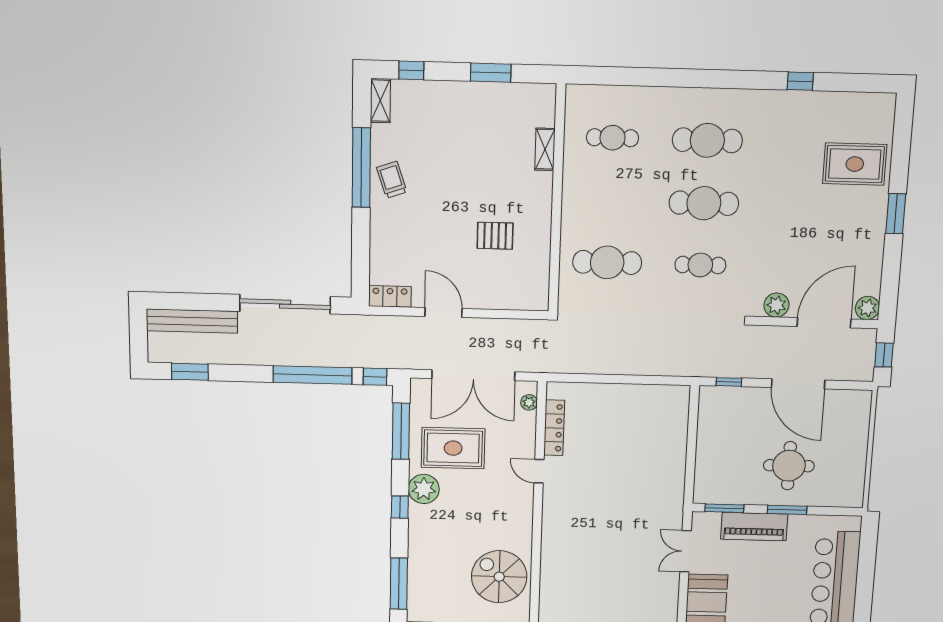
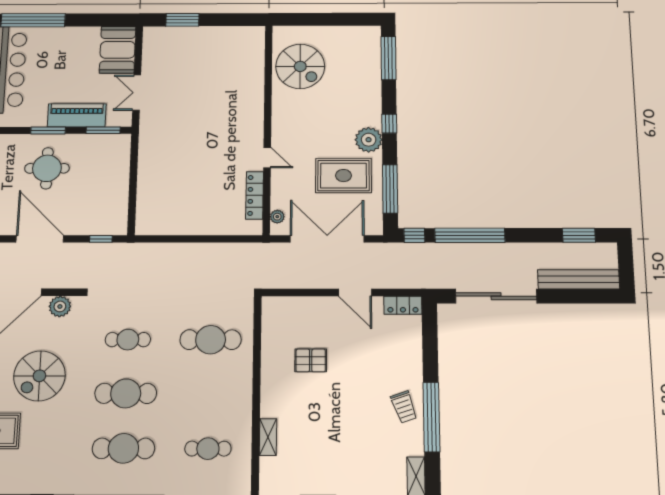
spiral stairs: (801, 226) -> (39, 376), added
double door: (686, 551) -> (137, 93), swing flipped

